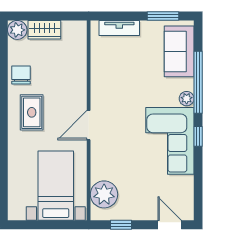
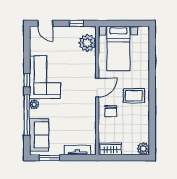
wardrobe: (44, 30) -> (111, 149), moved
chair: (21, 75) -> (111, 111), moved
rug: (32, 112) -> (134, 96), turned 90

